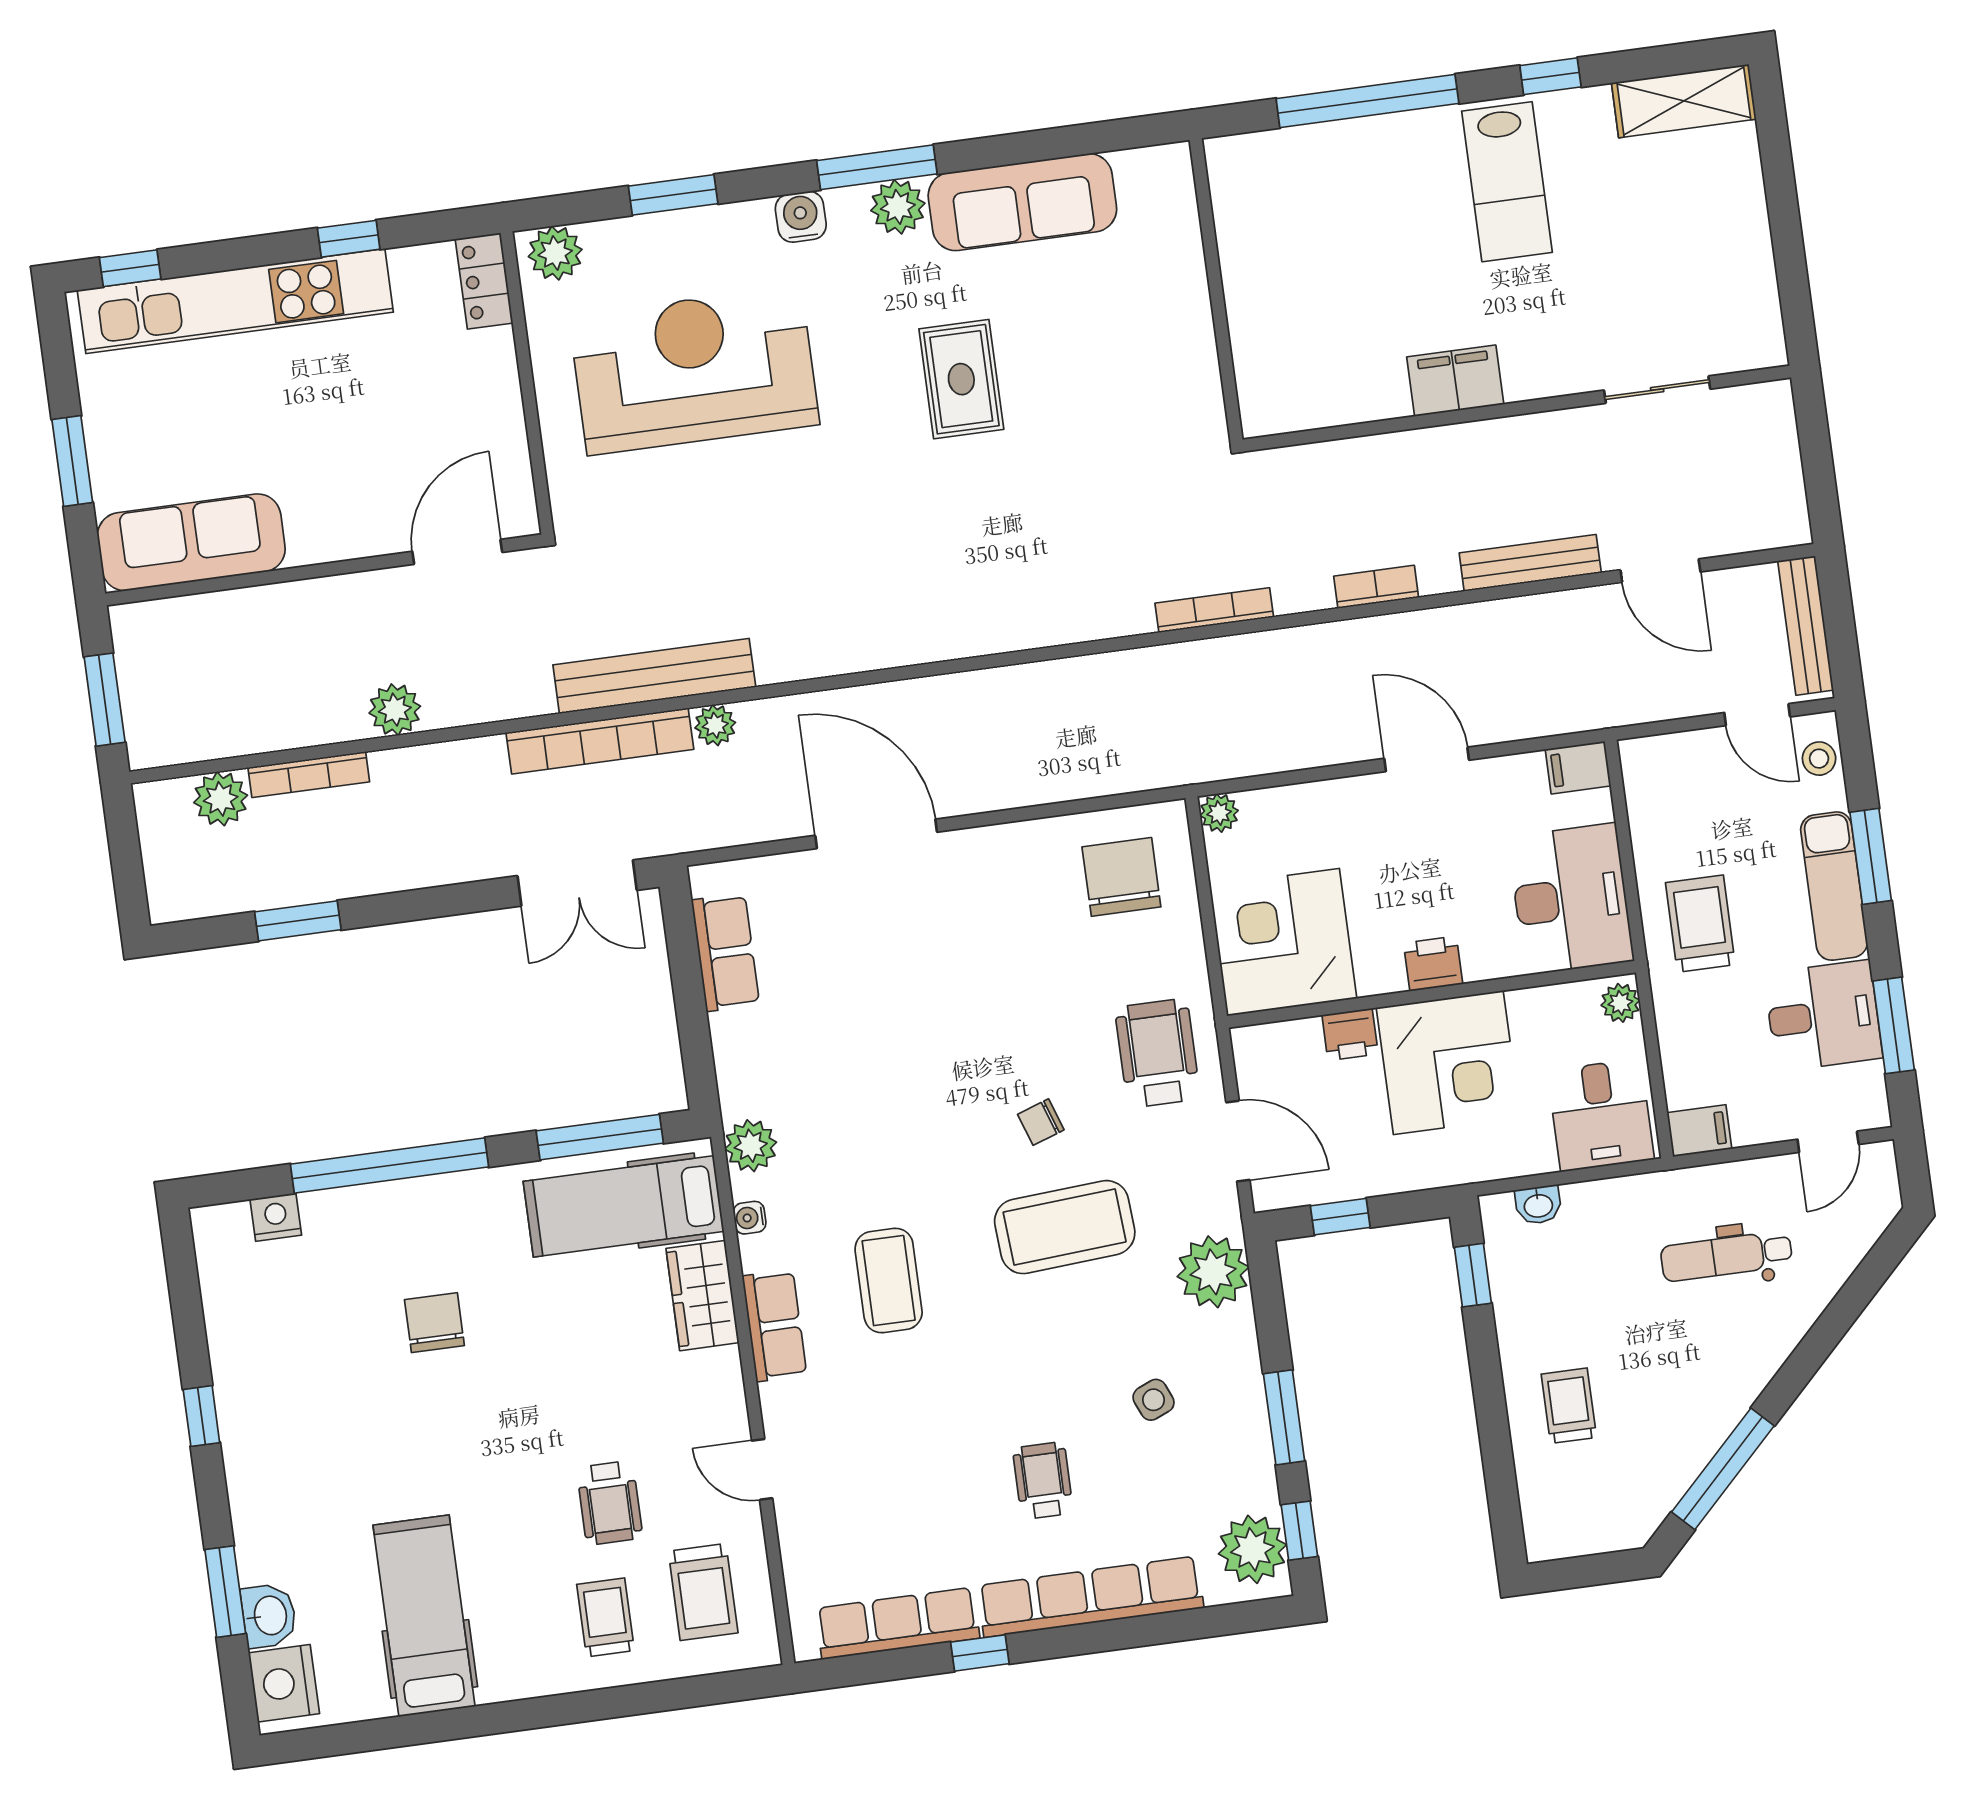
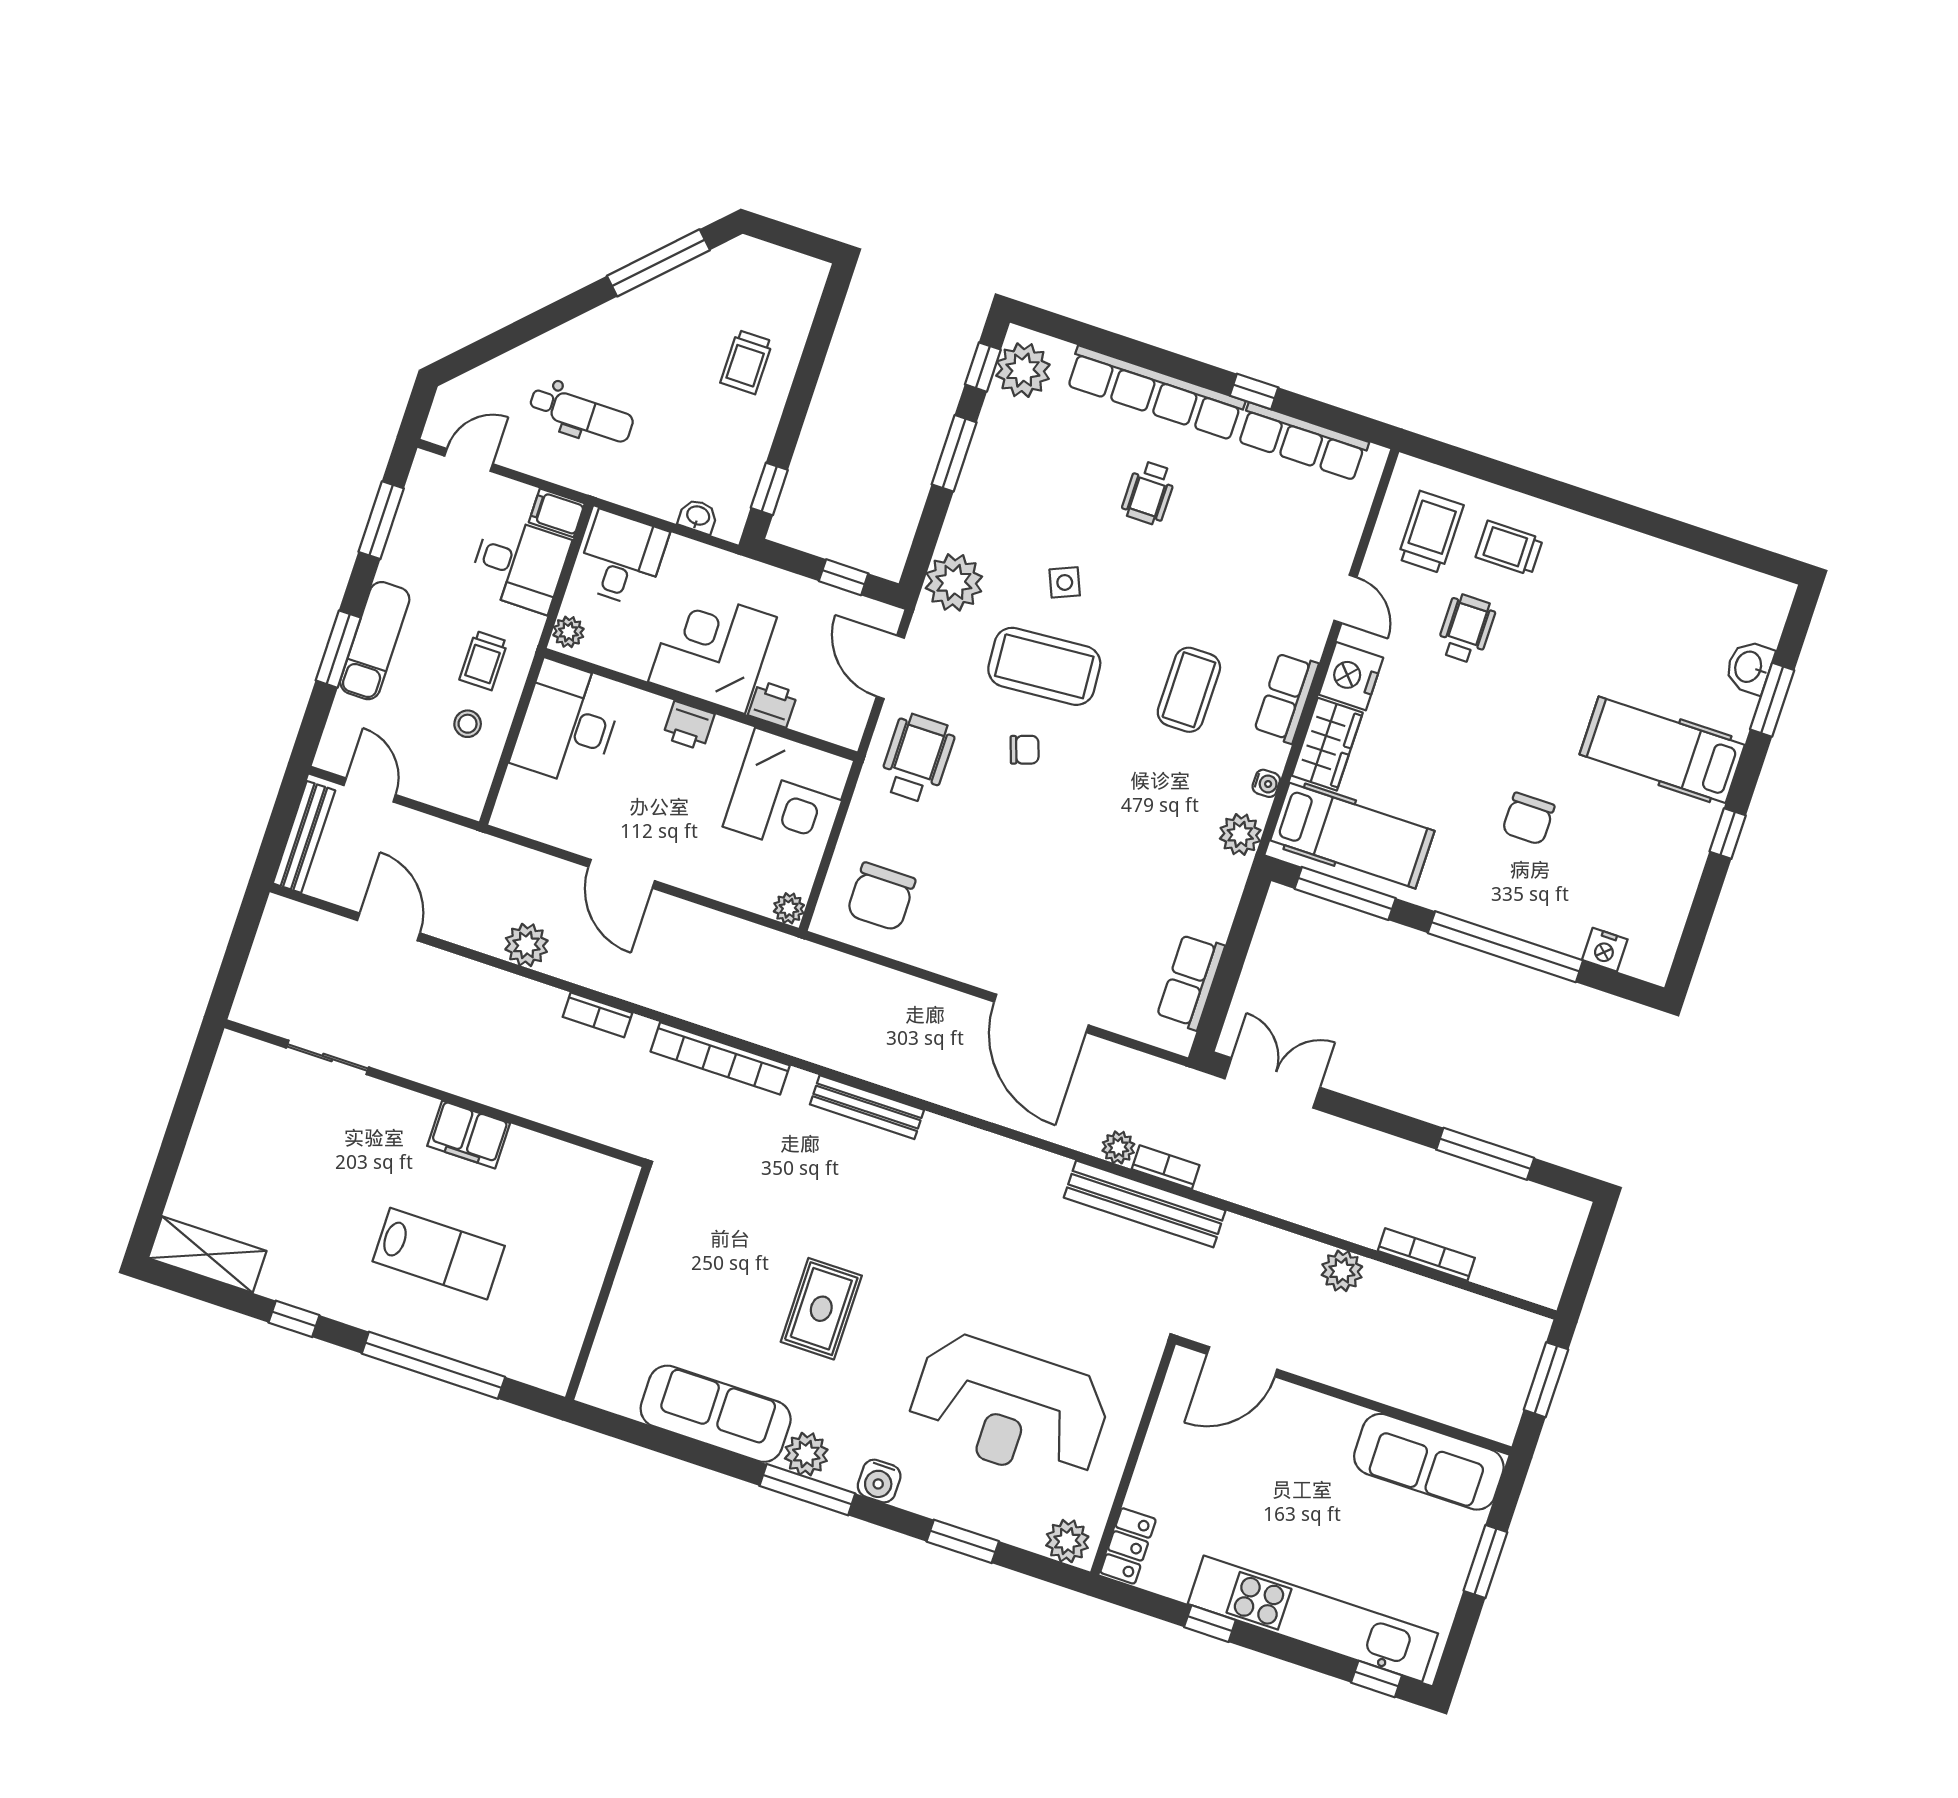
lab bench: (1507, 182) -> (439, 1254), moved, turned 90
bench: (1530, 563) -> (867, 1107), moved
bookcase: (1214, 610) -> (720, 1058), width x1.48, depth x1.31
bookcase: (600, 741) -> (1166, 1167), width x0.43, depth x0.76
stool: (1819, 759) -> (468, 724), moved
filing cabinet: (1578, 768) -> (516, 815), removed
plant: (221, 799) -> (526, 945), moved
window: (298, 921) -> (1485, 1154), width x1.44
trolley: (1700, 924) -> (484, 661), width x0.73, depth x0.72
desk: (1823, 1016) -> (520, 564), moved, turned 180
wheelchair: (1158, 1053) -> (917, 758), turned 180
side table: (1154, 1400) -> (1065, 582), moved
hospital bed: (424, 1616) -> (1662, 750), moved, turned 90
trolley: (606, 1617) -> (1509, 548), turned 90
nightstand: (284, 1683) -> (1351, 676), moved, turned 180

